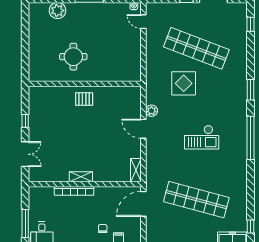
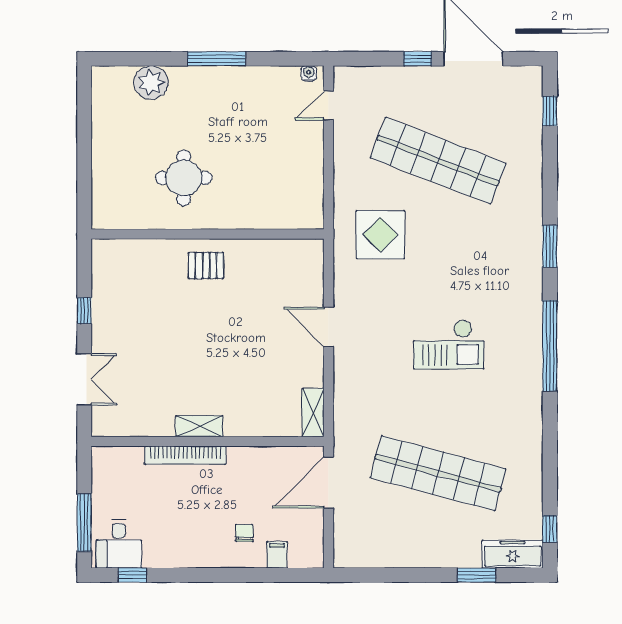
door: (143, 22) -> (329, 106), hinge flipped
display table: (184, 83) -> (380, 235), moved
plant: (151, 111) -> (345, 290), removed

